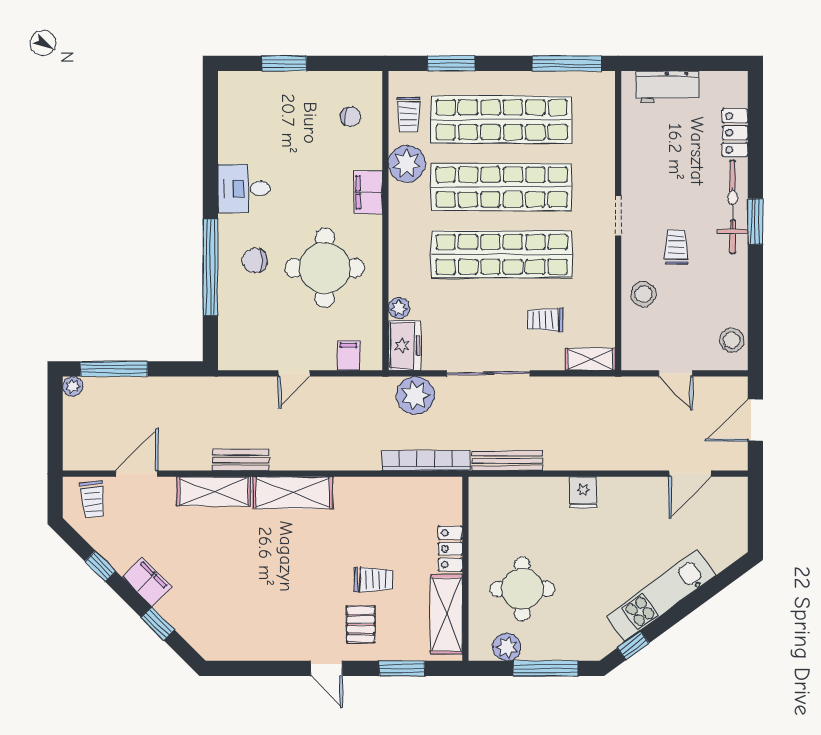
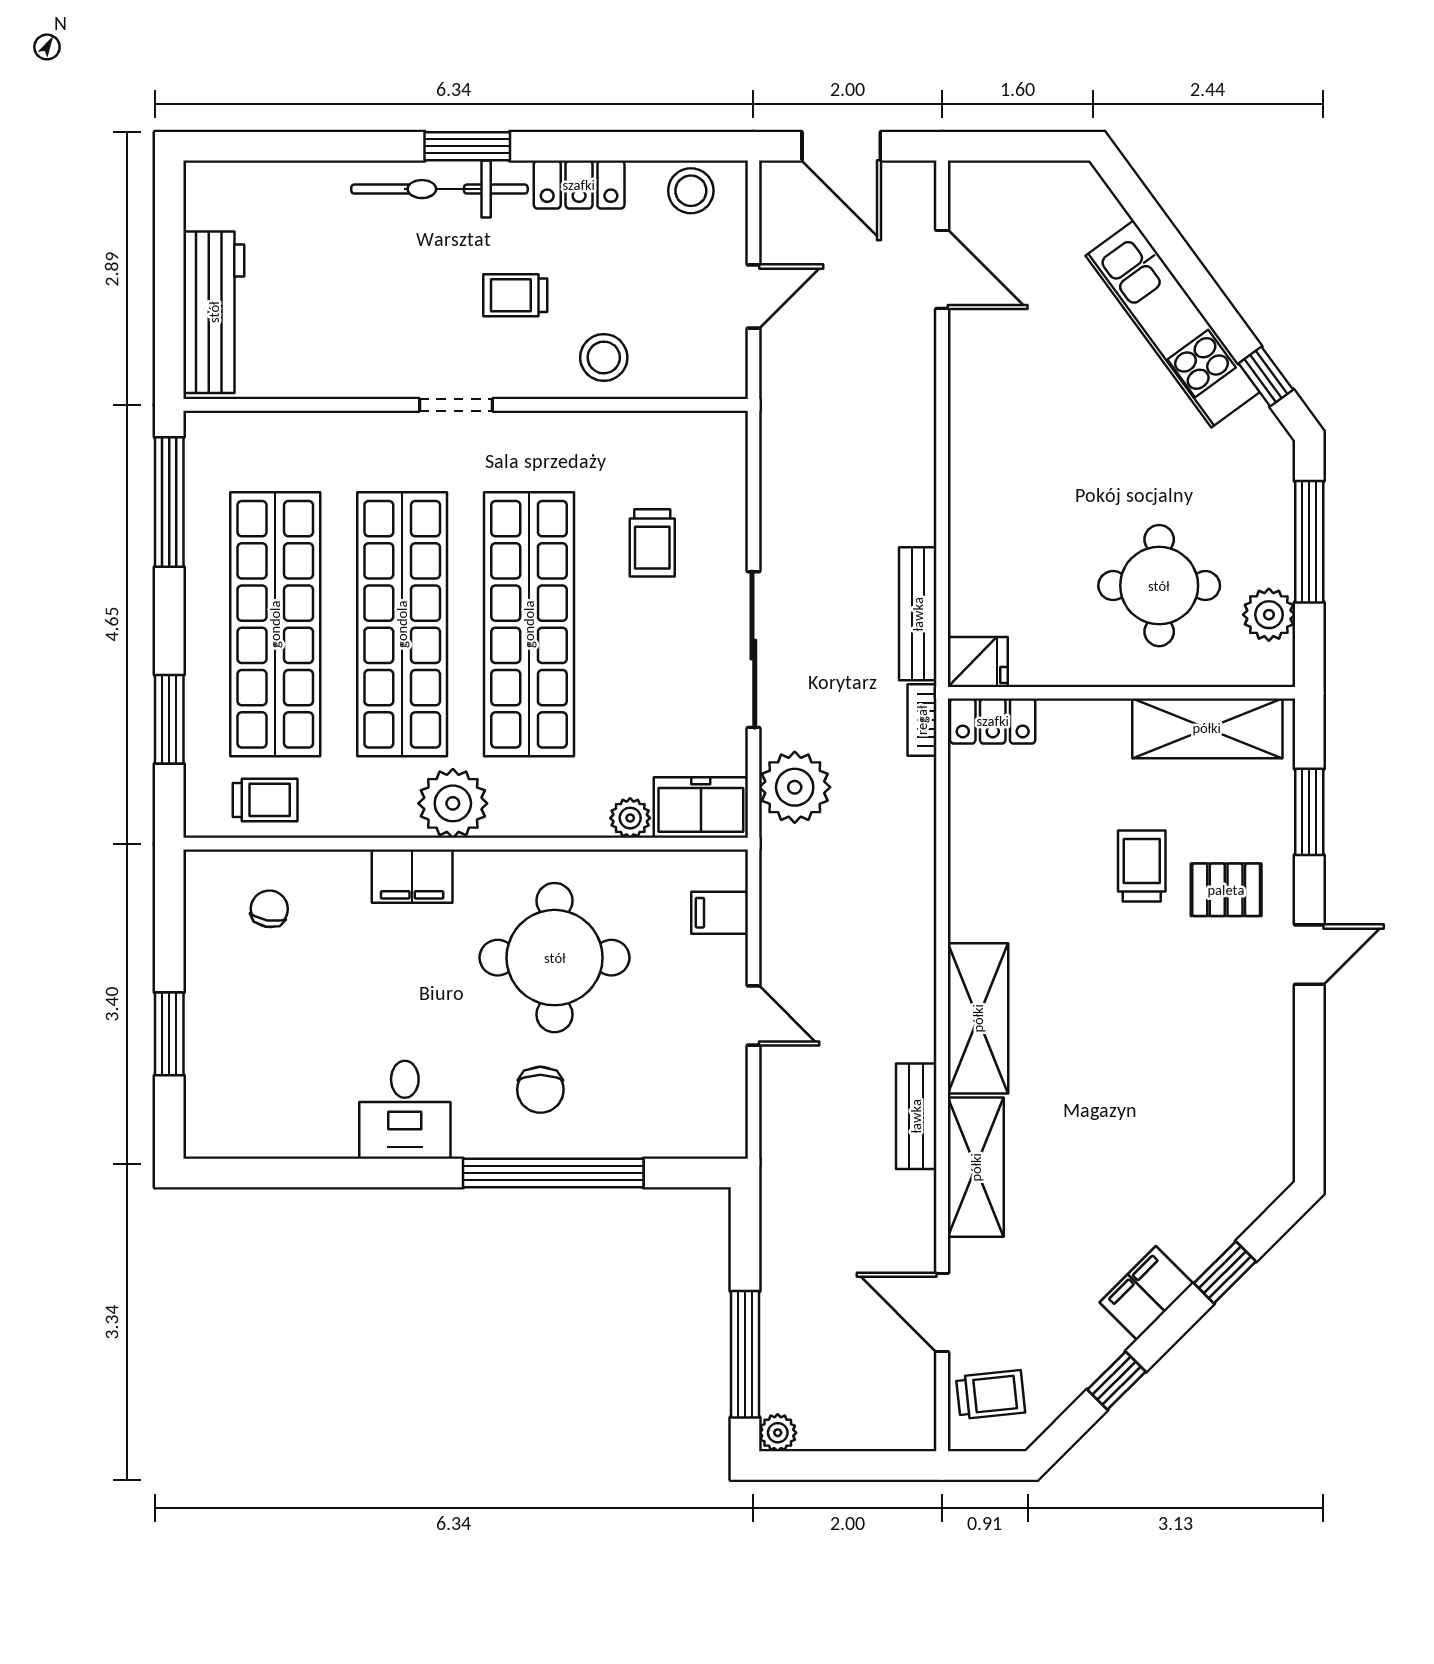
workbench: (667, 87) -> (214, 312), width x1.38
locker: (735, 133) -> (579, 185), moved
plant: (407, 164) -> (453, 803), moved
shelving: (590, 359) -> (727, 457), removed
bookcase: (426, 461) -> (922, 720), width x0.43, depth x0.76
fridge: (583, 492) -> (978, 662), moved
locker: (450, 549) -> (993, 721), moved

